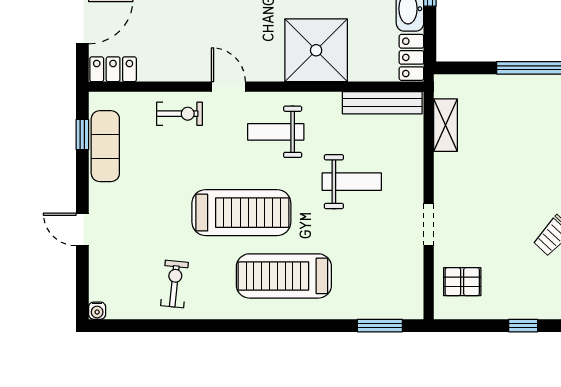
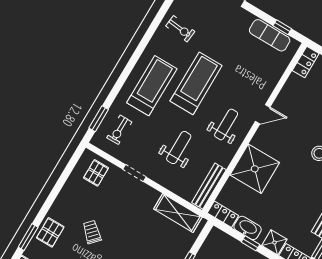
exercise bike: (179, 114) -> (119, 130), moved
shelving: (445, 125) -> (178, 213), width x1.50, depth x1.33
weight bench: (352, 182) -> (179, 148), turned 180
treadmill: (241, 213) -> (196, 83), turned 180
window: (523, 326) -> (56, 190), removed

